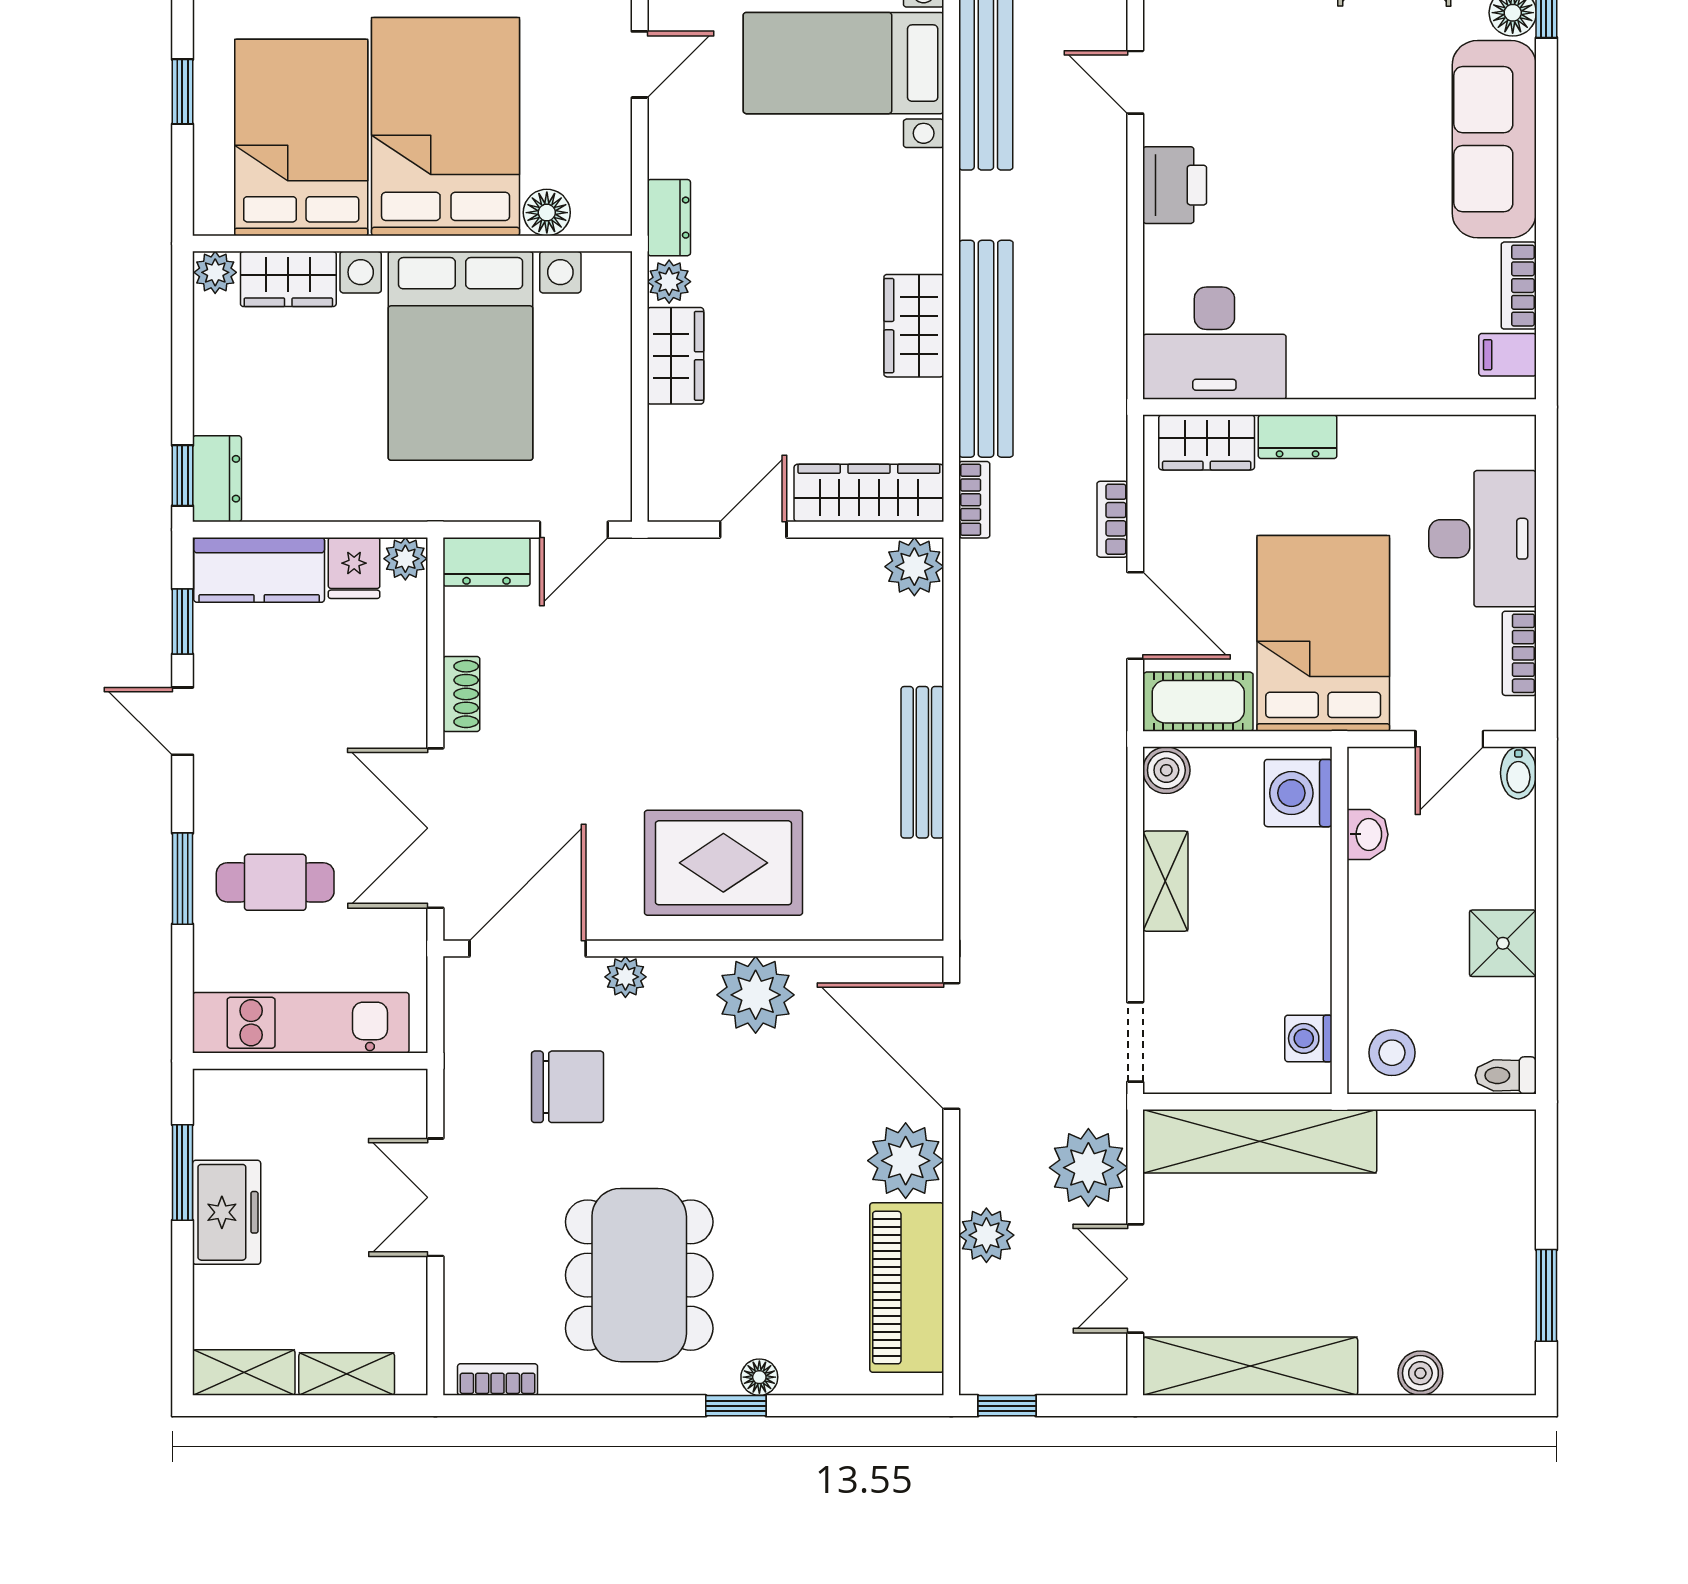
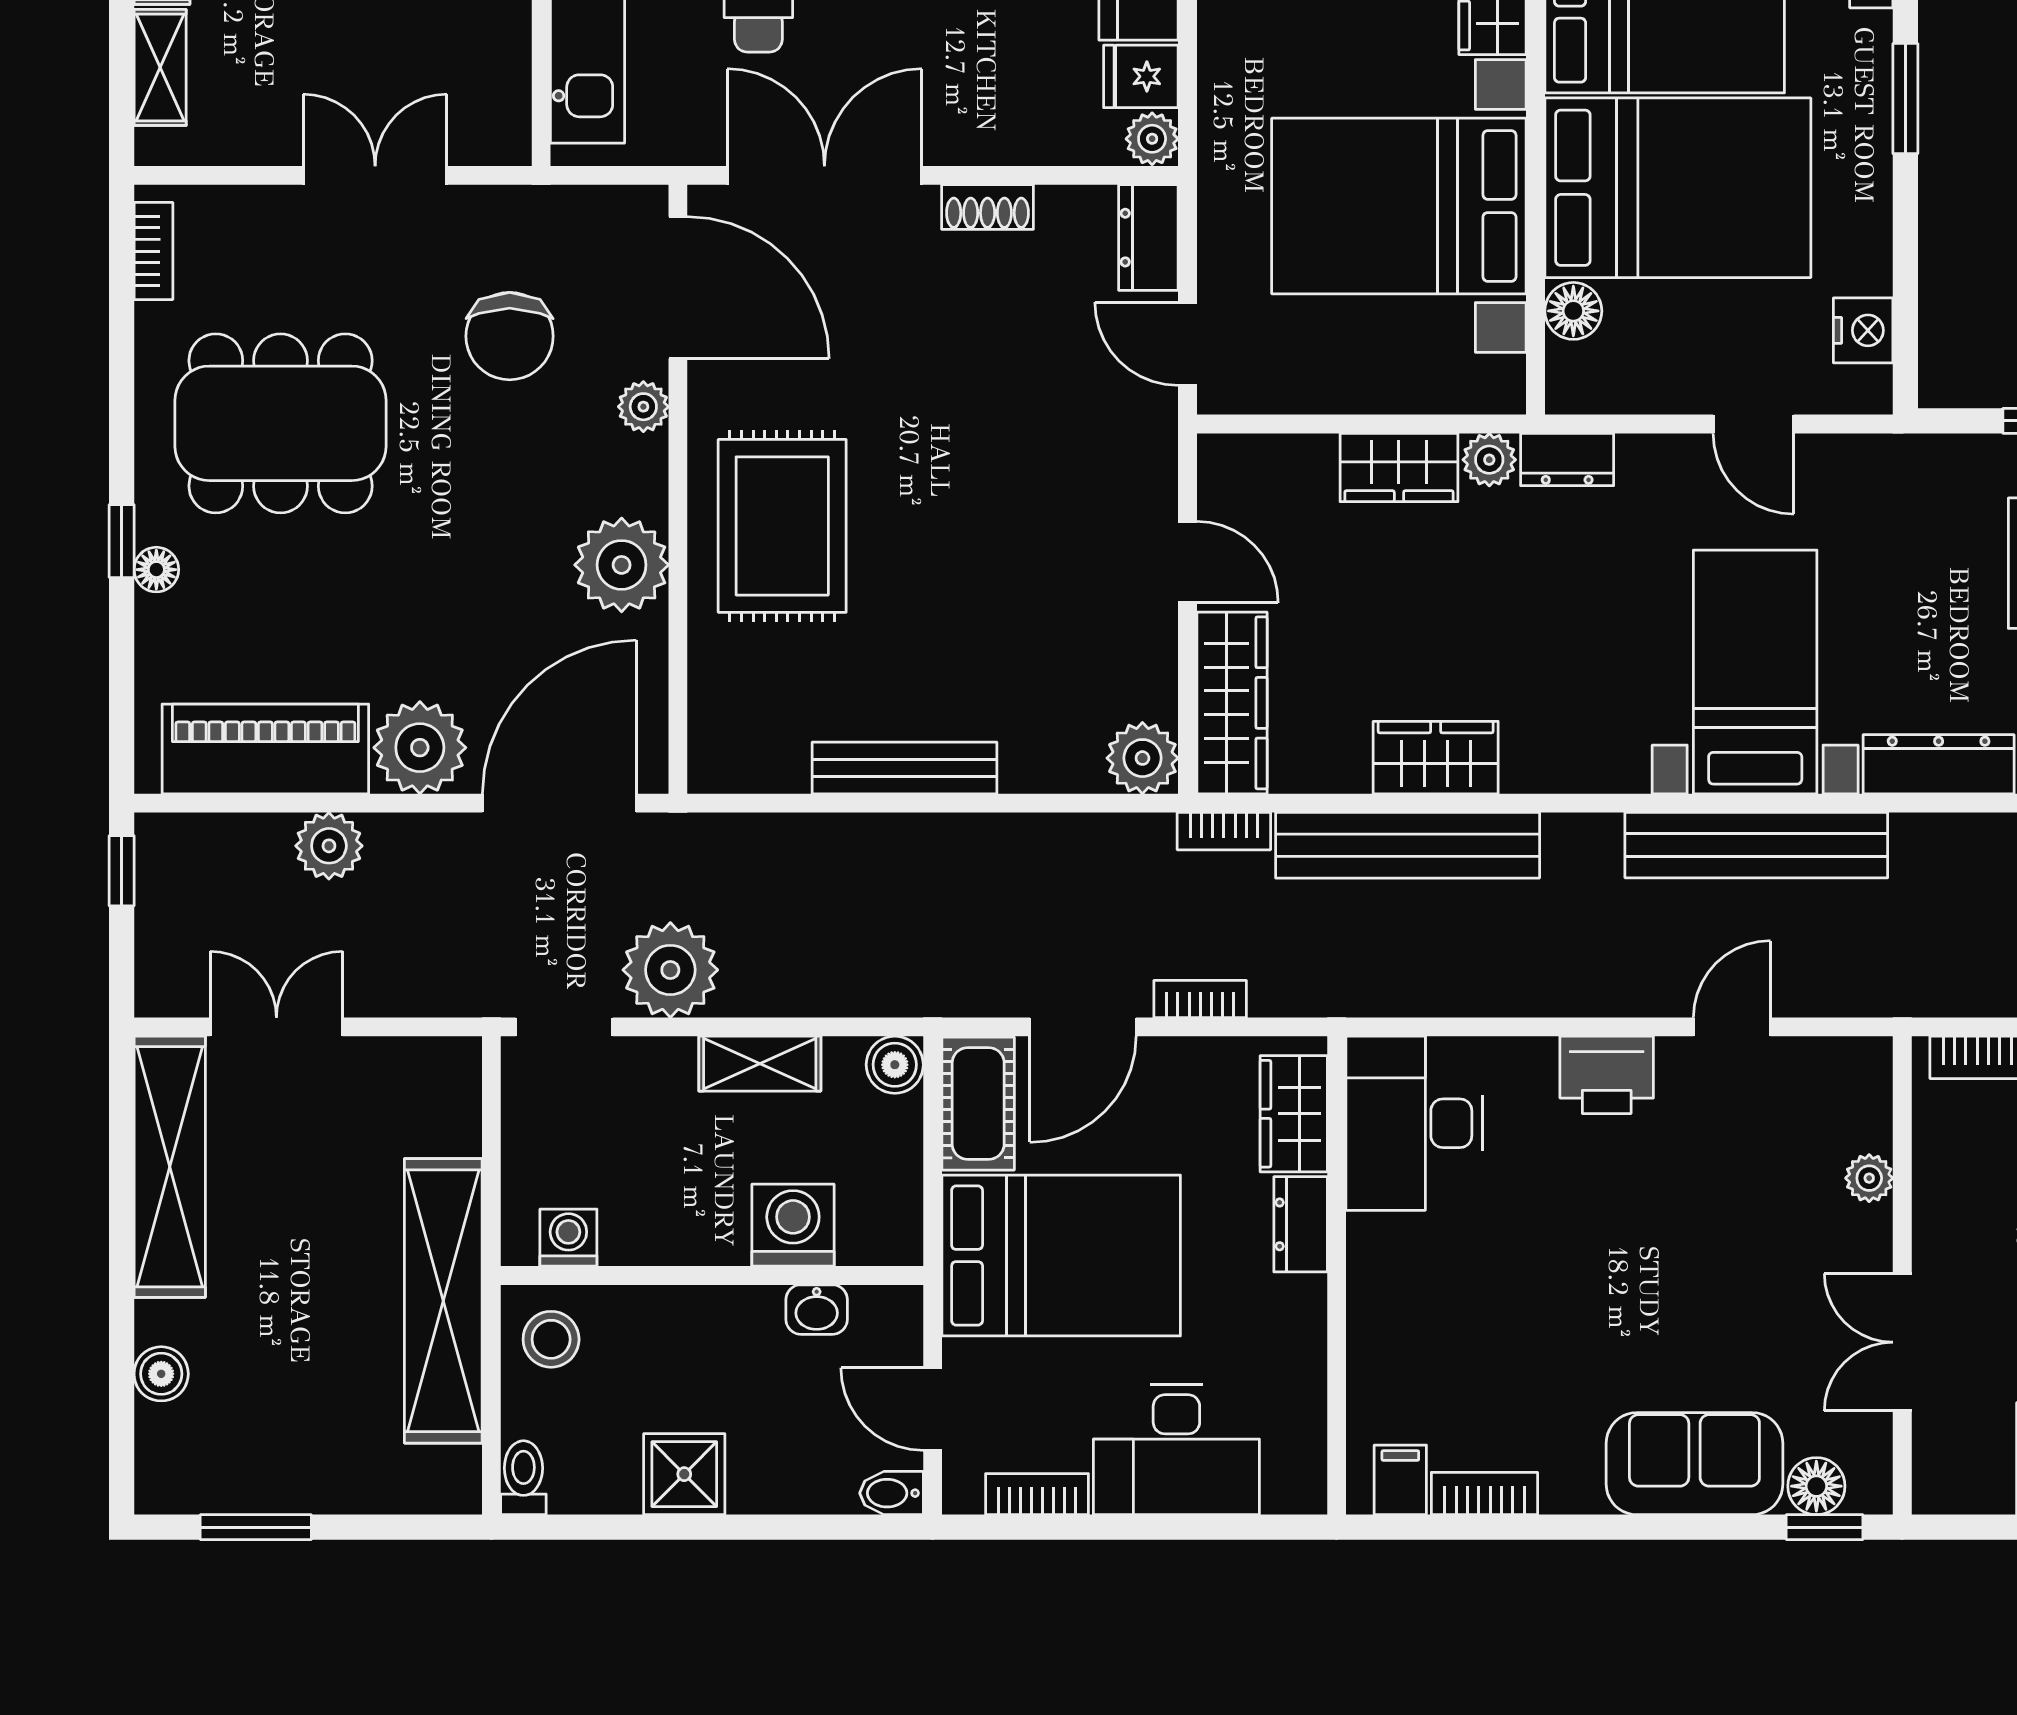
sofa: (1494, 139) -> (1694, 1464), width x0.73
washing machine: (1298, 793) -> (793, 1225), moved
shelving: (1260, 1141) -> (443, 1301), moved
plant: (1088, 1168) -> (670, 970), moved

